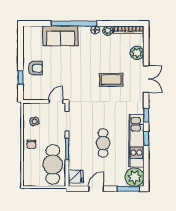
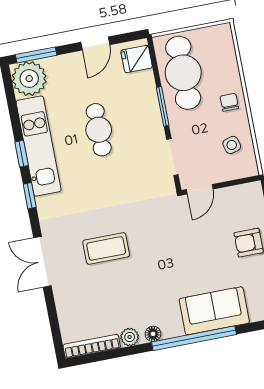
plant: (137, 53) -> (68, 307), removed

